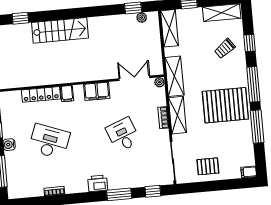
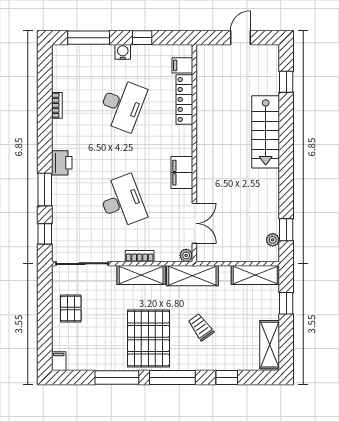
trolley: (225, 49) -> (201, 327), moved
filing cabinet: (67, 94) -> (182, 65), moved
desk: (123, 135) -> (122, 202), width x1.37

